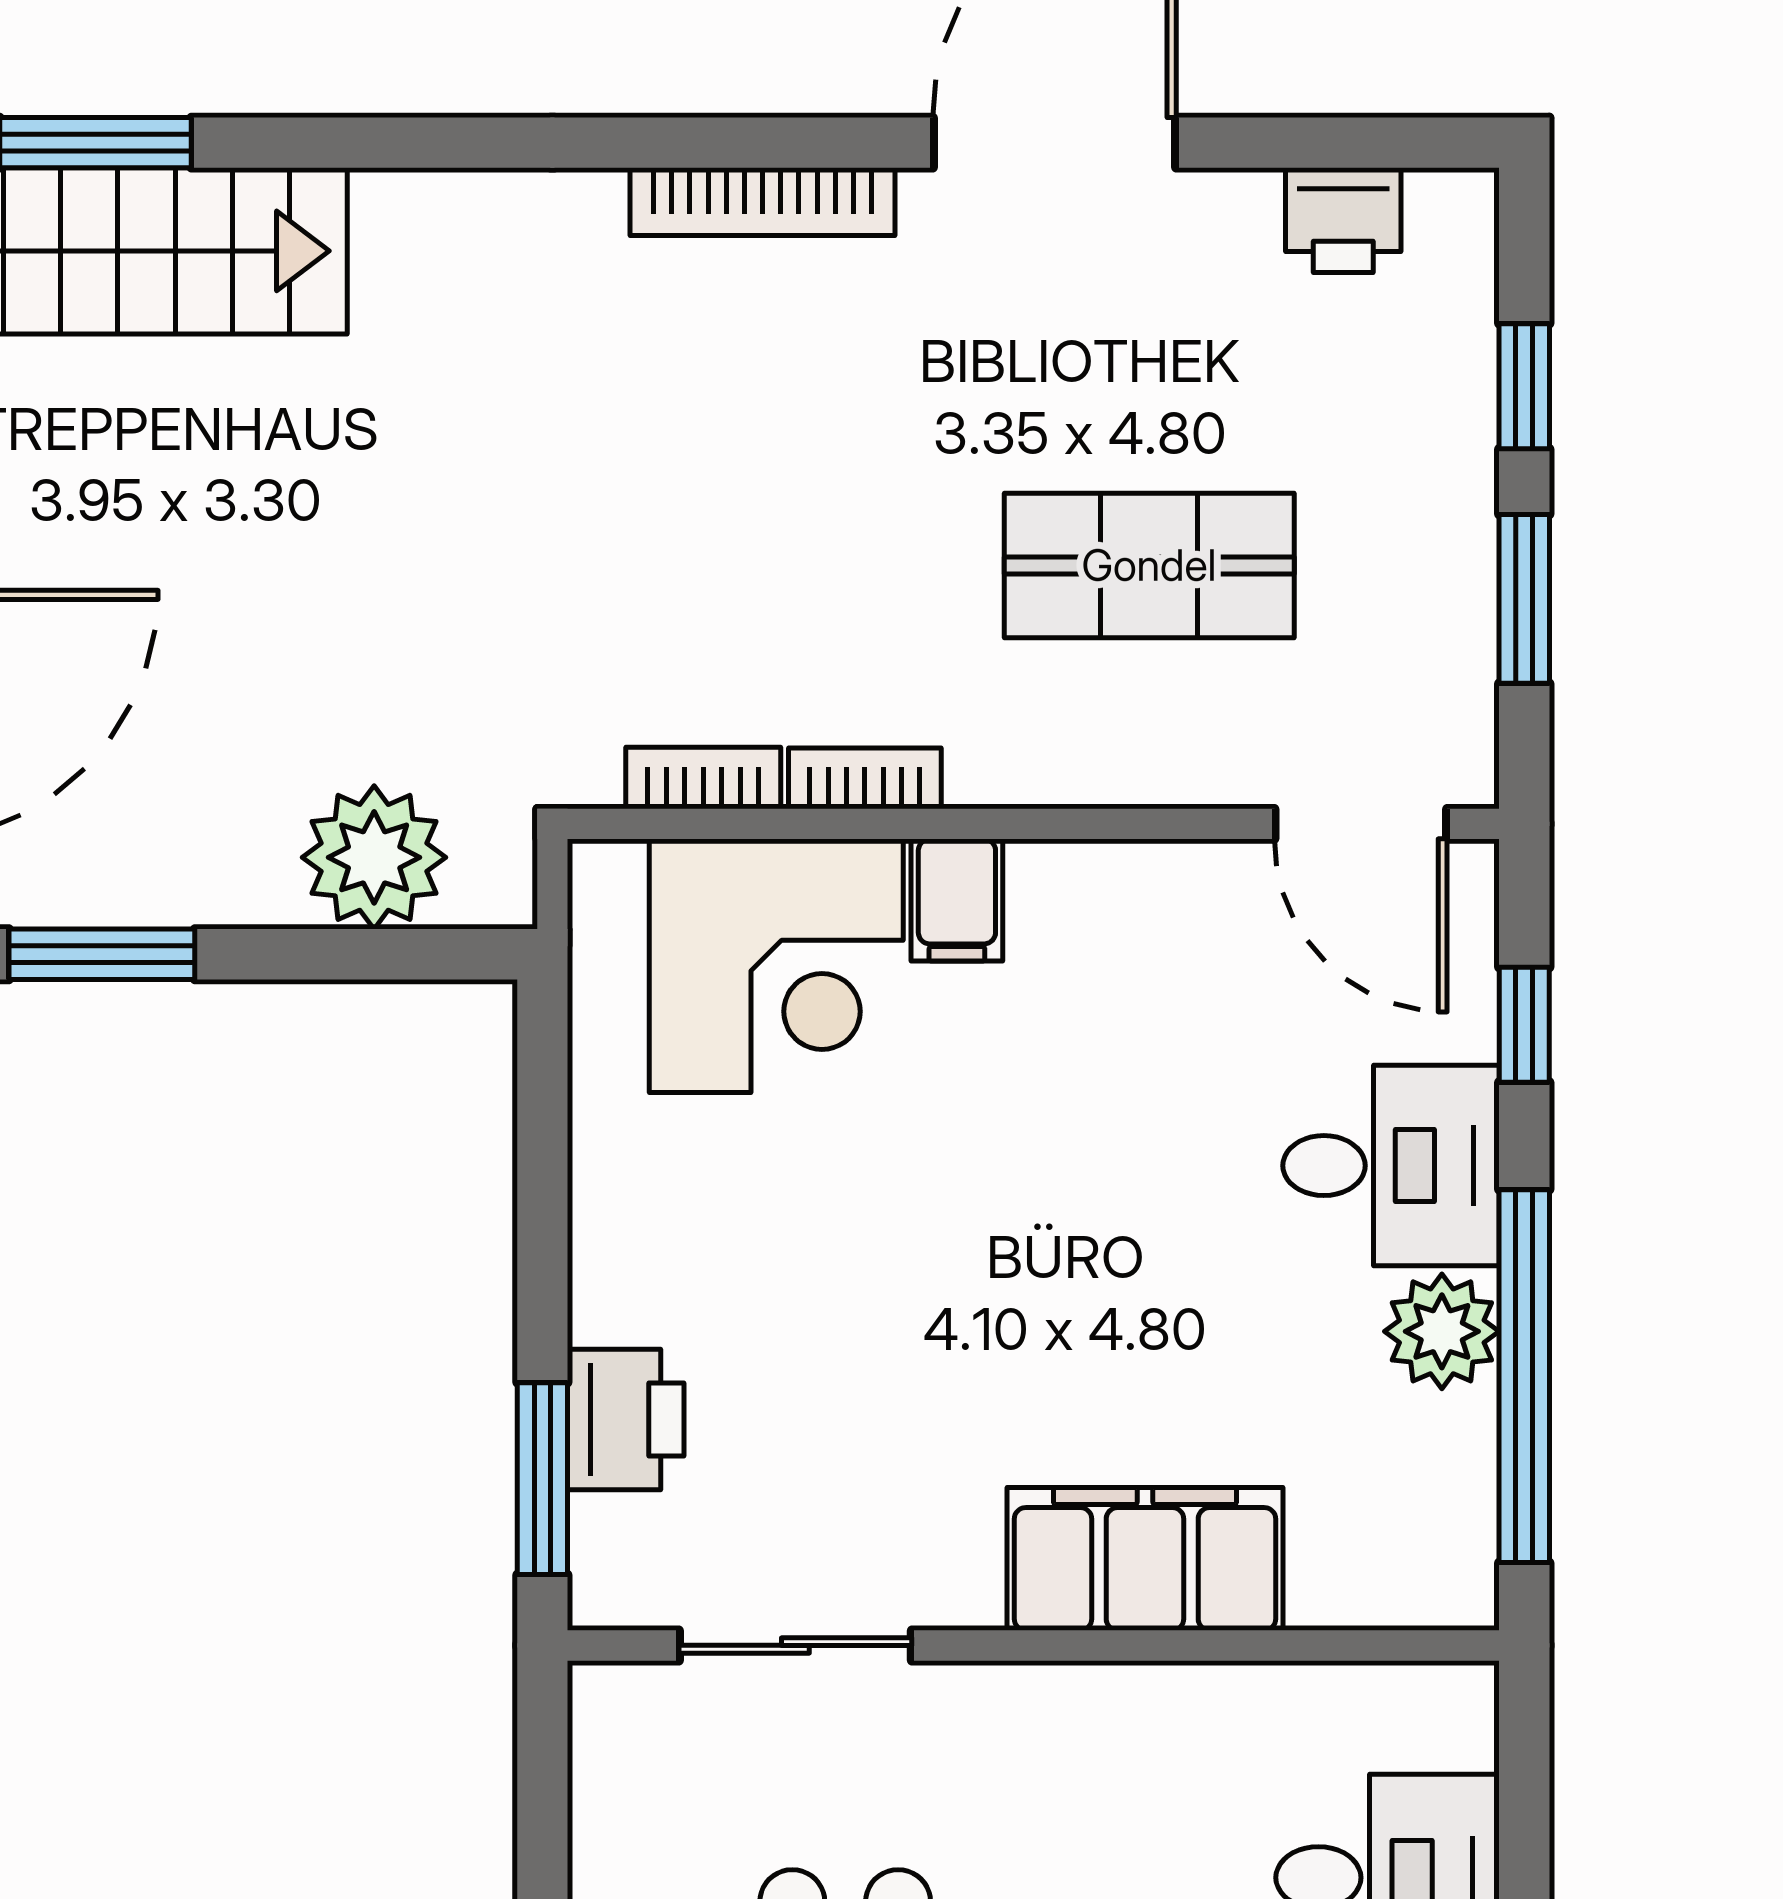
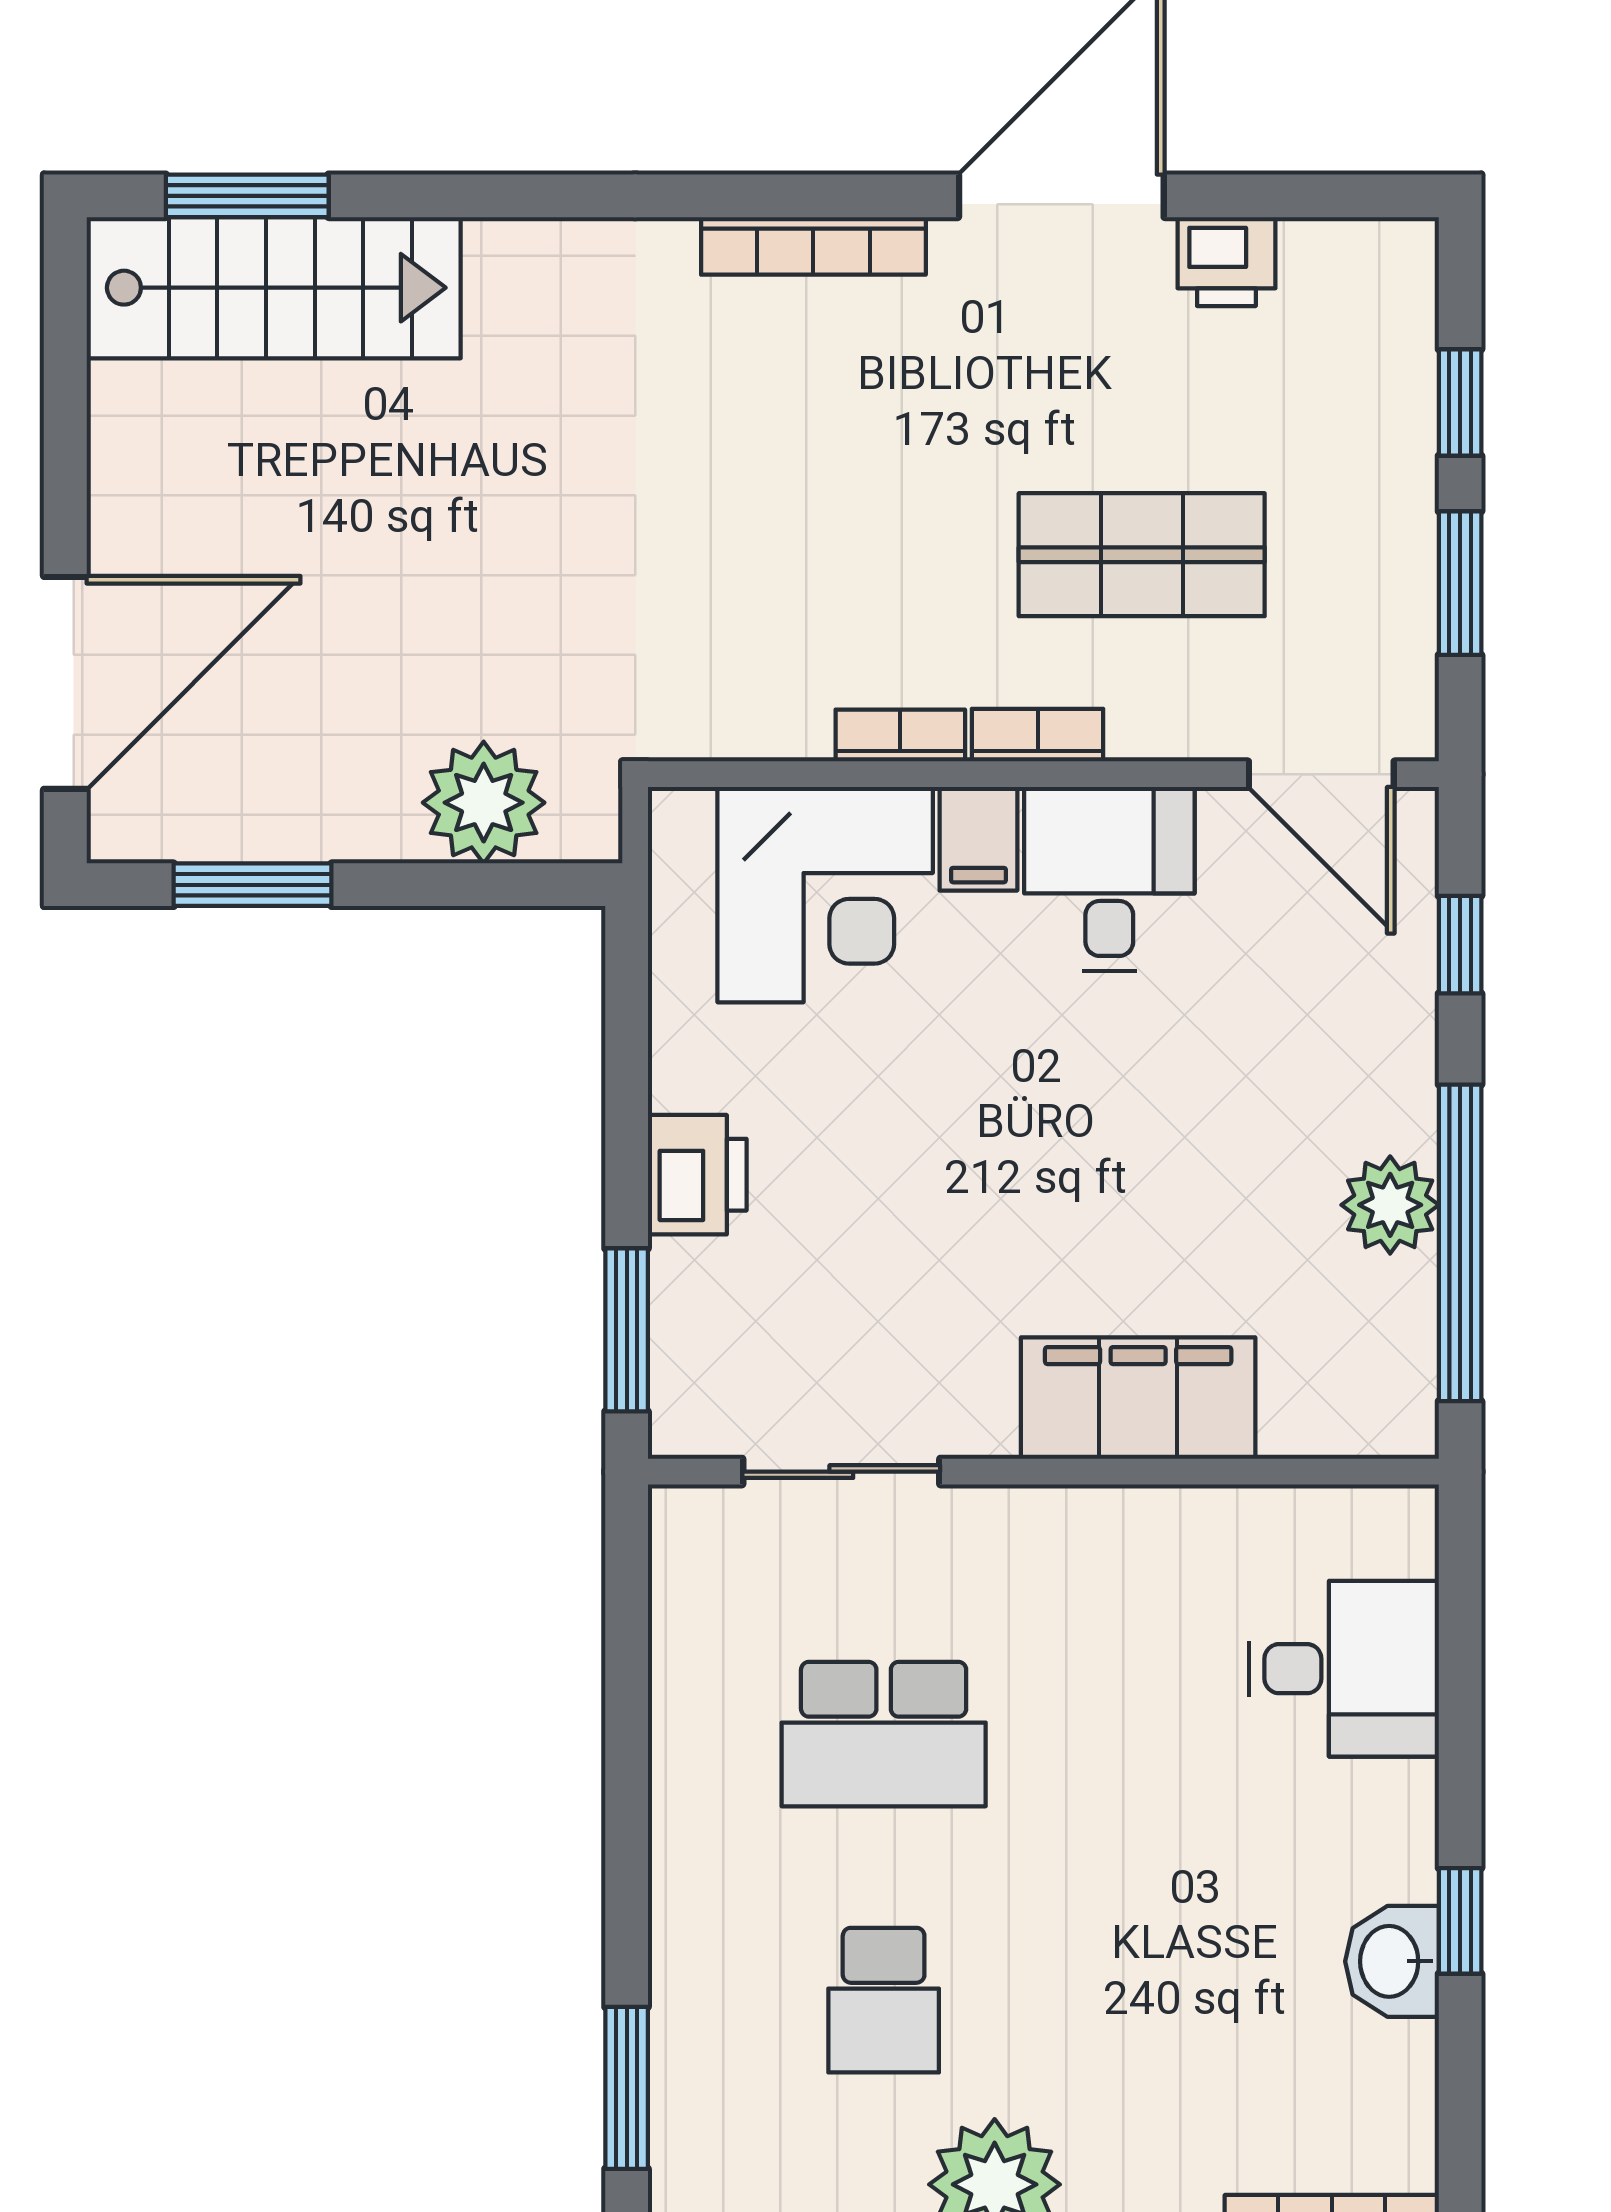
printer: (1343, 220) -> (1226, 262), moved
bookcase: (703, 778) -> (1038, 735), moved
desk: (1391, 1166) -> (1109, 879), moved, turned -90
printer: (626, 1419) -> (697, 1175), moved

